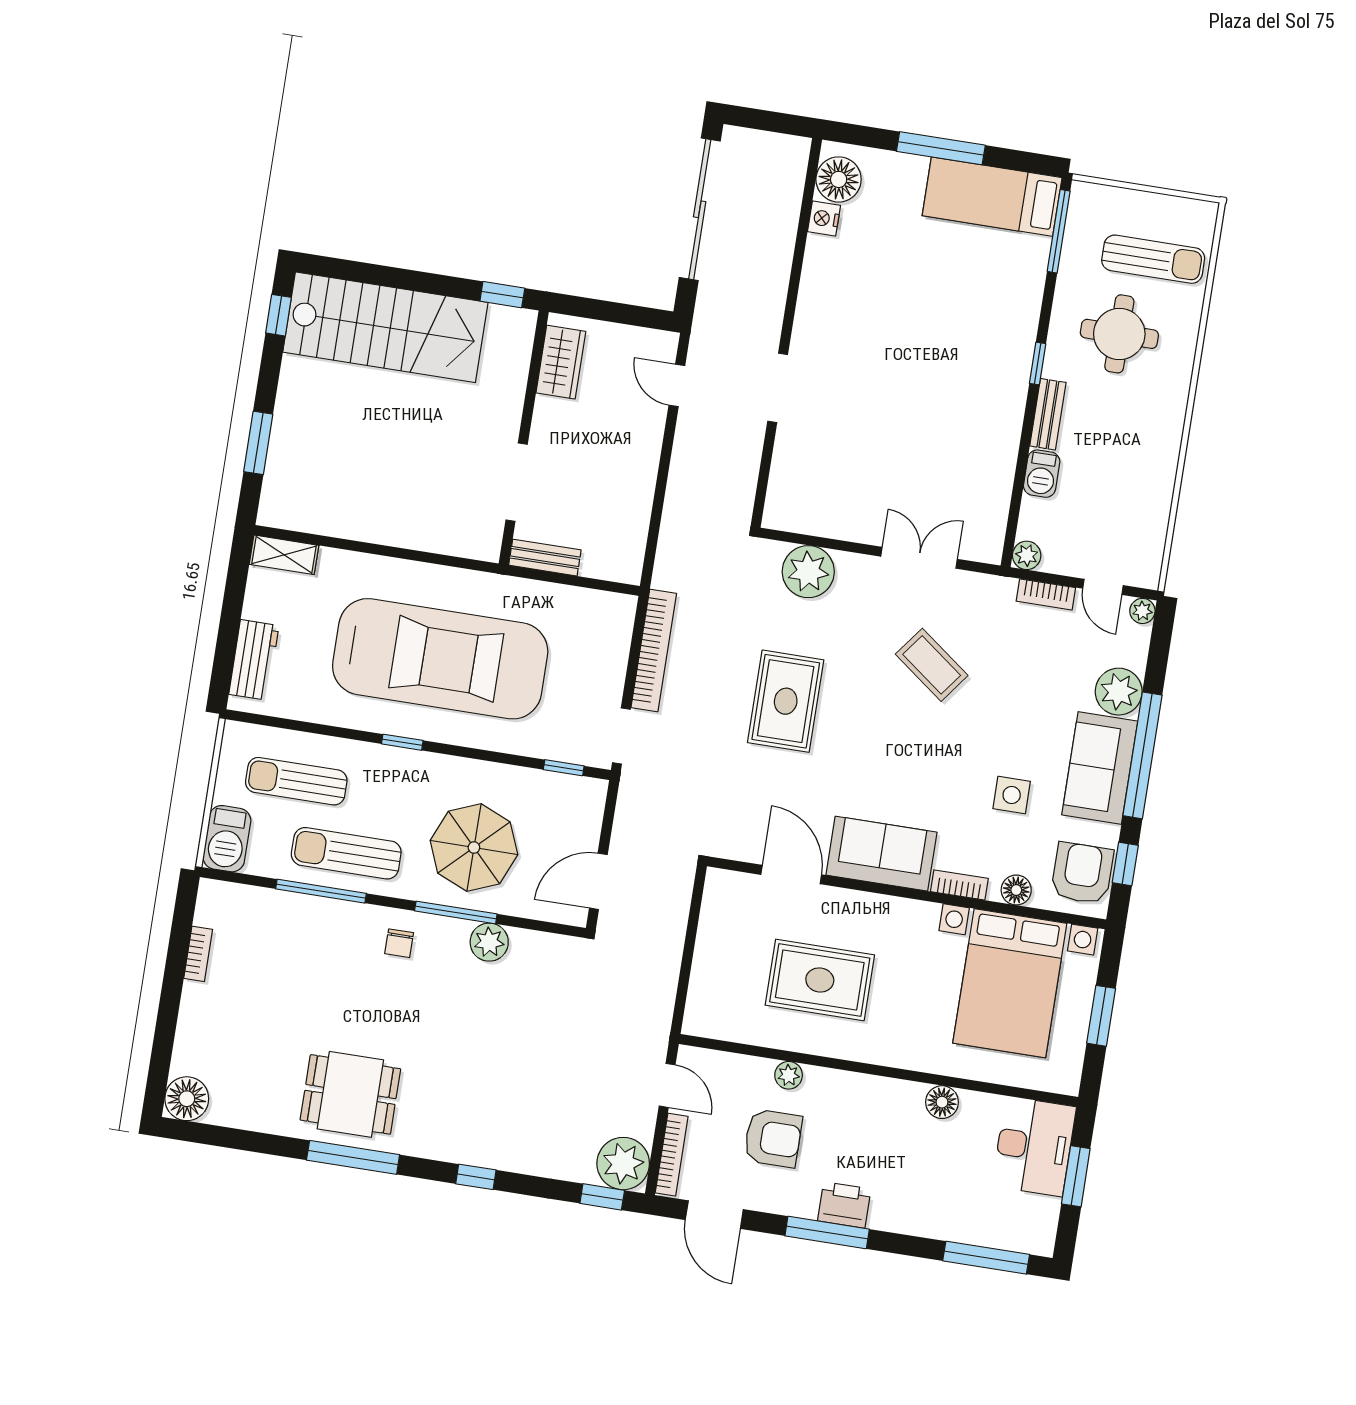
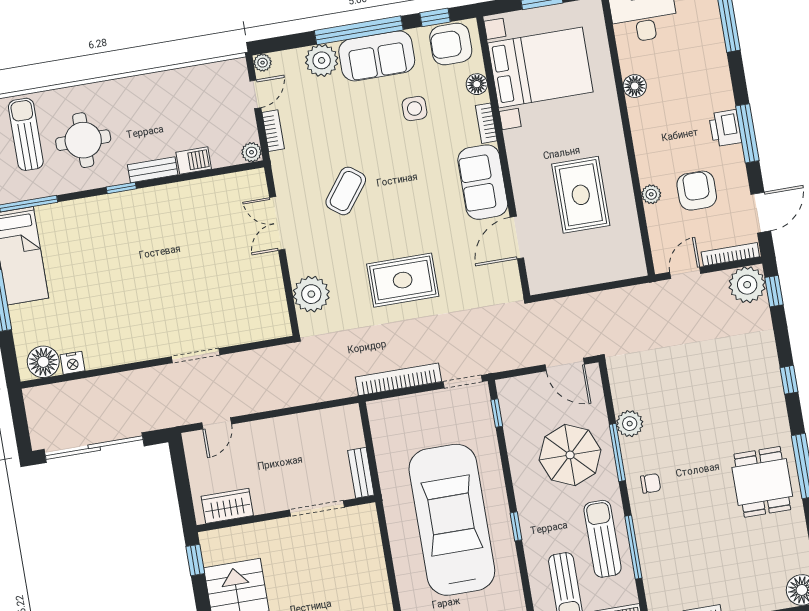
sun lounger: (346, 853) -> (603, 539), turned 180

